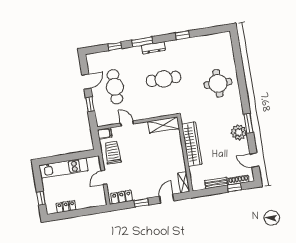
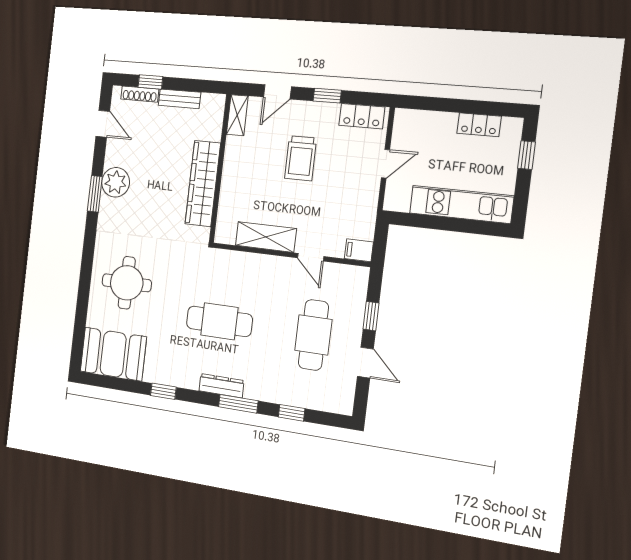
booth: (215, 45) -> (113, 354), added
door: (86, 82) -> (365, 363), swing flipped
shelving: (164, 125) -> (266, 237), moved
trolley: (113, 153) -> (301, 158), moved

